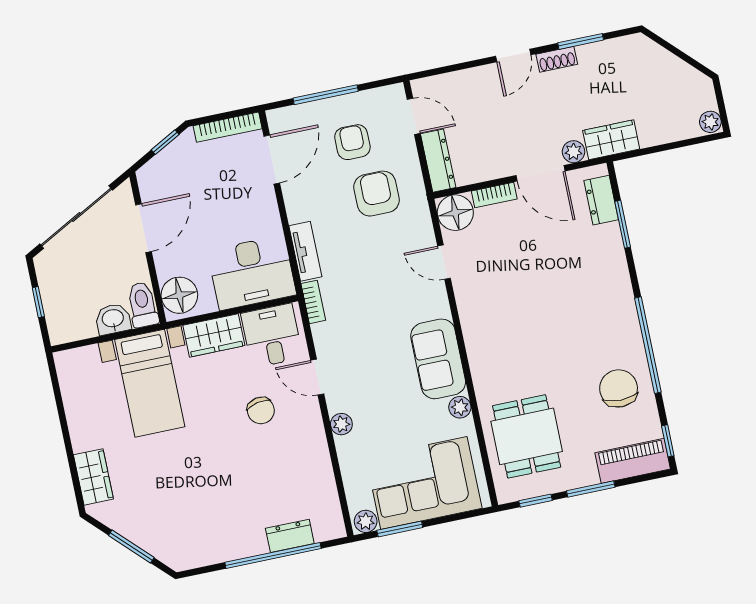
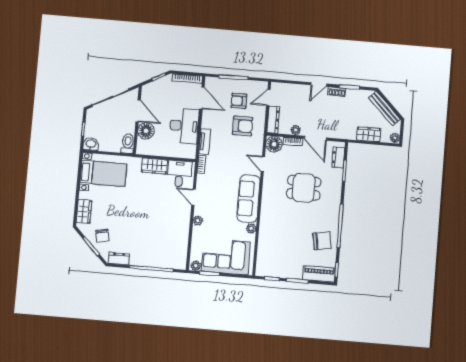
bench: (670, 65) -> (385, 108), added
door: (414, 116) -> (268, 98), swing flipped
wardrobe: (611, 140) -> (369, 134), moved
armchair: (352, 142) -> (239, 101), turned -90
plant: (574, 152) -> (296, 130), moved
door: (272, 160) -> (202, 98), hinge flipped
armchair: (377, 194) -> (243, 126), turned 90
door: (144, 228) -> (138, 111), hinge flipped
desk: (252, 273) -> (184, 126), moved, turned -90
floor lamp: (179, 295) -> (146, 131), moved
washbasin: (113, 319) -> (91, 144), moved
sofa: (438, 359) -> (248, 199), width x1.36
bed with nightstands: (150, 383) -> (103, 173), moved, turned -90
chair: (619, 388) -> (322, 241), turned 81
chair: (261, 410) -> (102, 236), moved
dining table: (527, 436) -> (304, 188), moved, turned 90
dresser: (290, 536) -> (119, 259), moved

